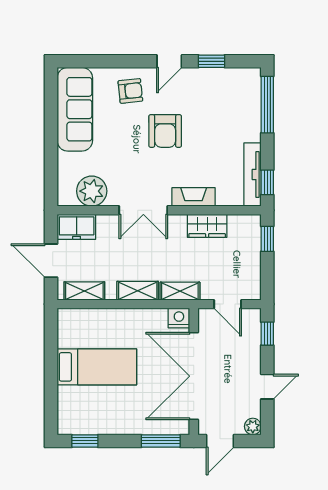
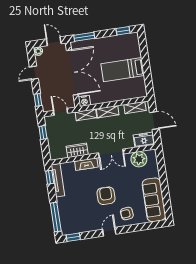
window: (211, 61) -> (73, 237), moved
double door: (143, 210) -> (111, 153), swing flipped
window: (267, 239) -> (43, 133), moved
door: (220, 441) -> (54, 41), hinge flipped

